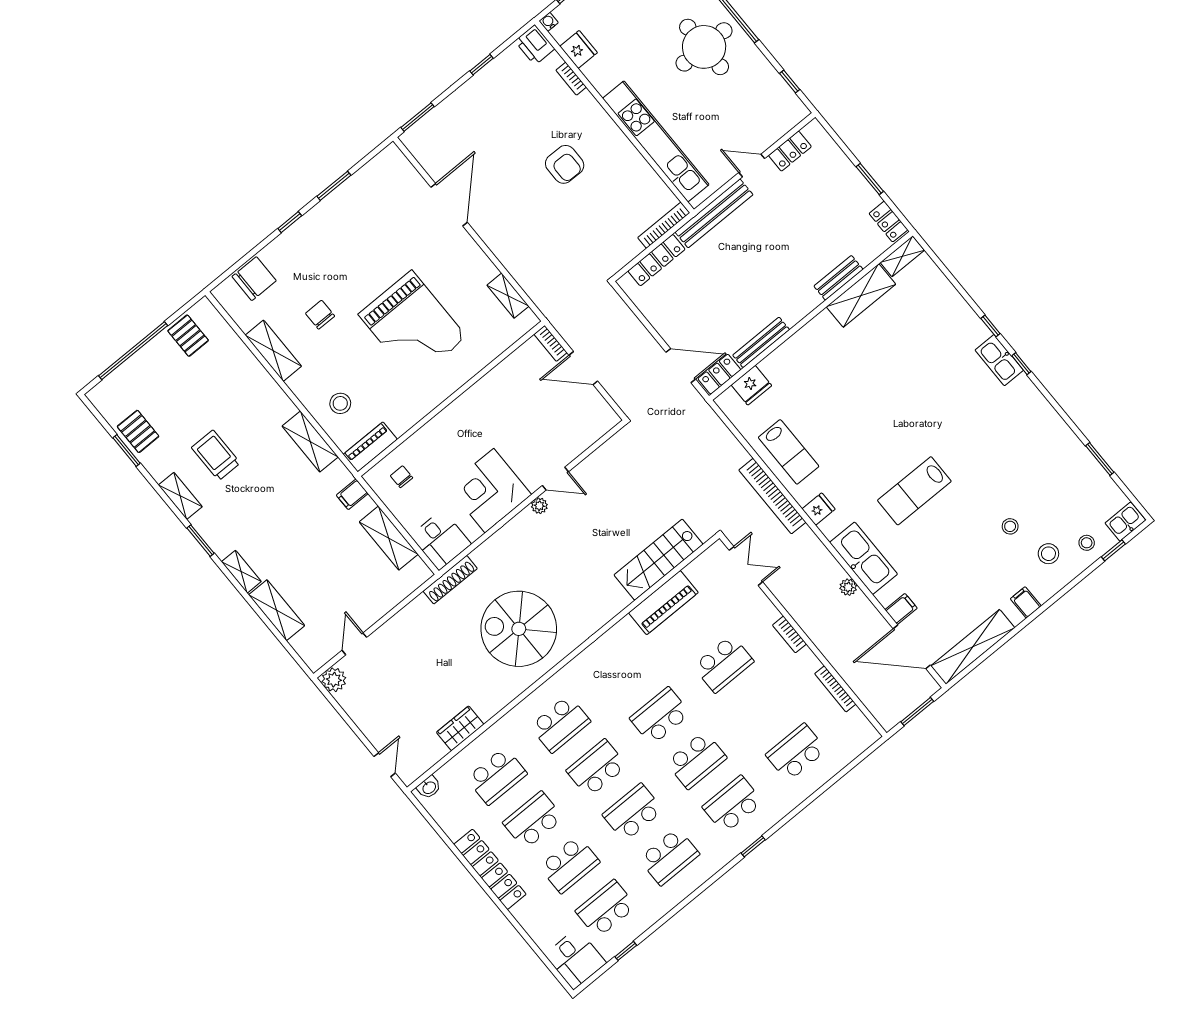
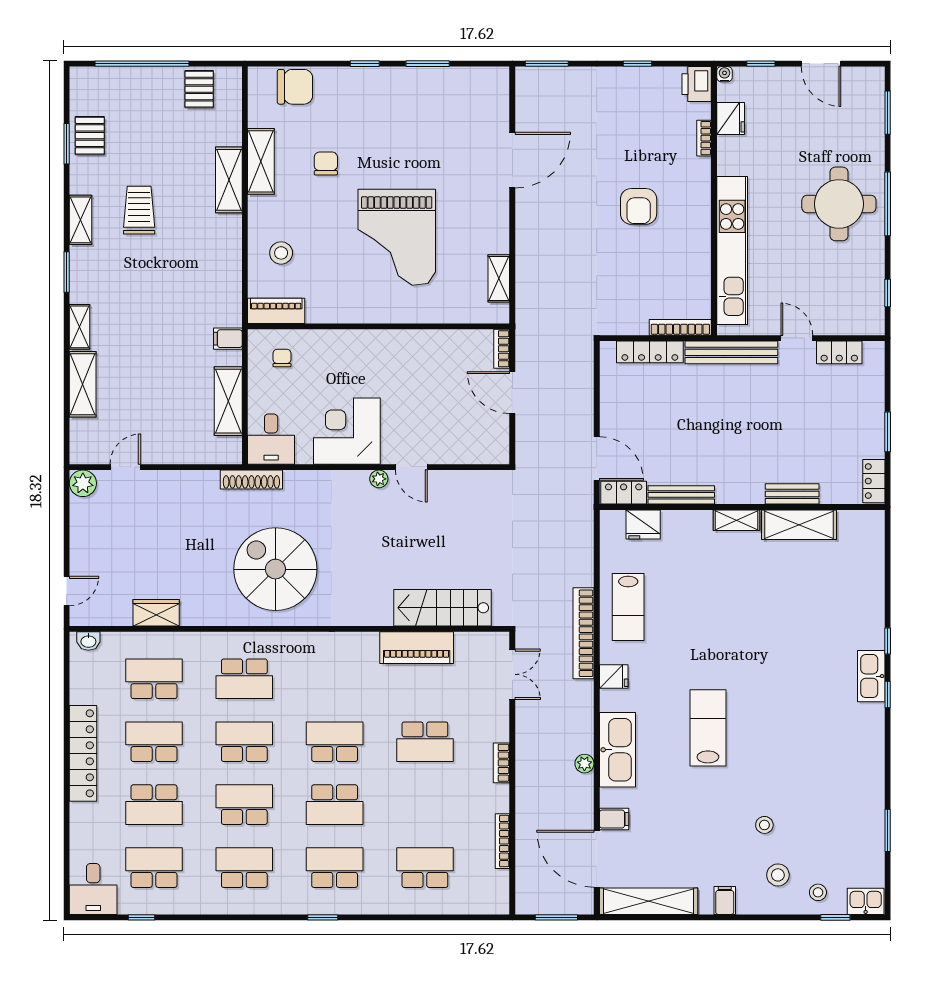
shelving: (902, 256) -> (737, 520), moved
shelving: (310, 441) -> (229, 180), moved
lab bench: (914, 491) -> (708, 728), turned 90
school desk: (497, 776) -> (154, 679), turned 180
school desk: (669, 857) -> (244, 868), turned 180

